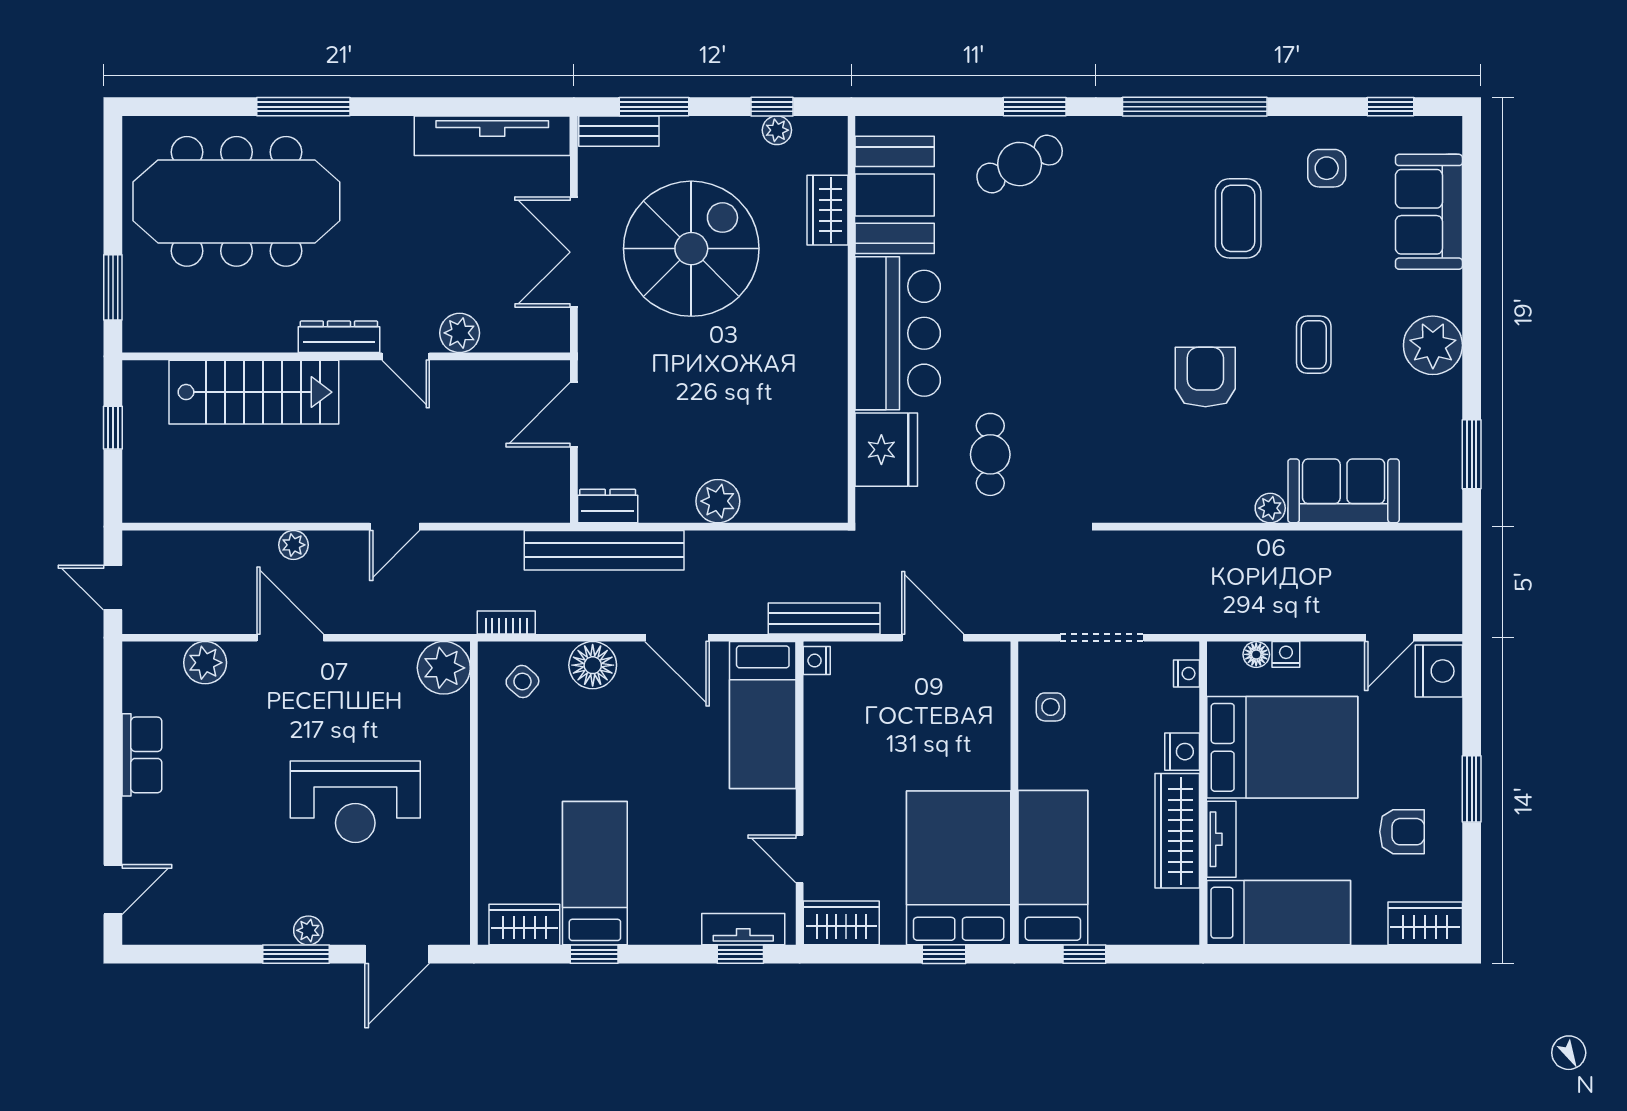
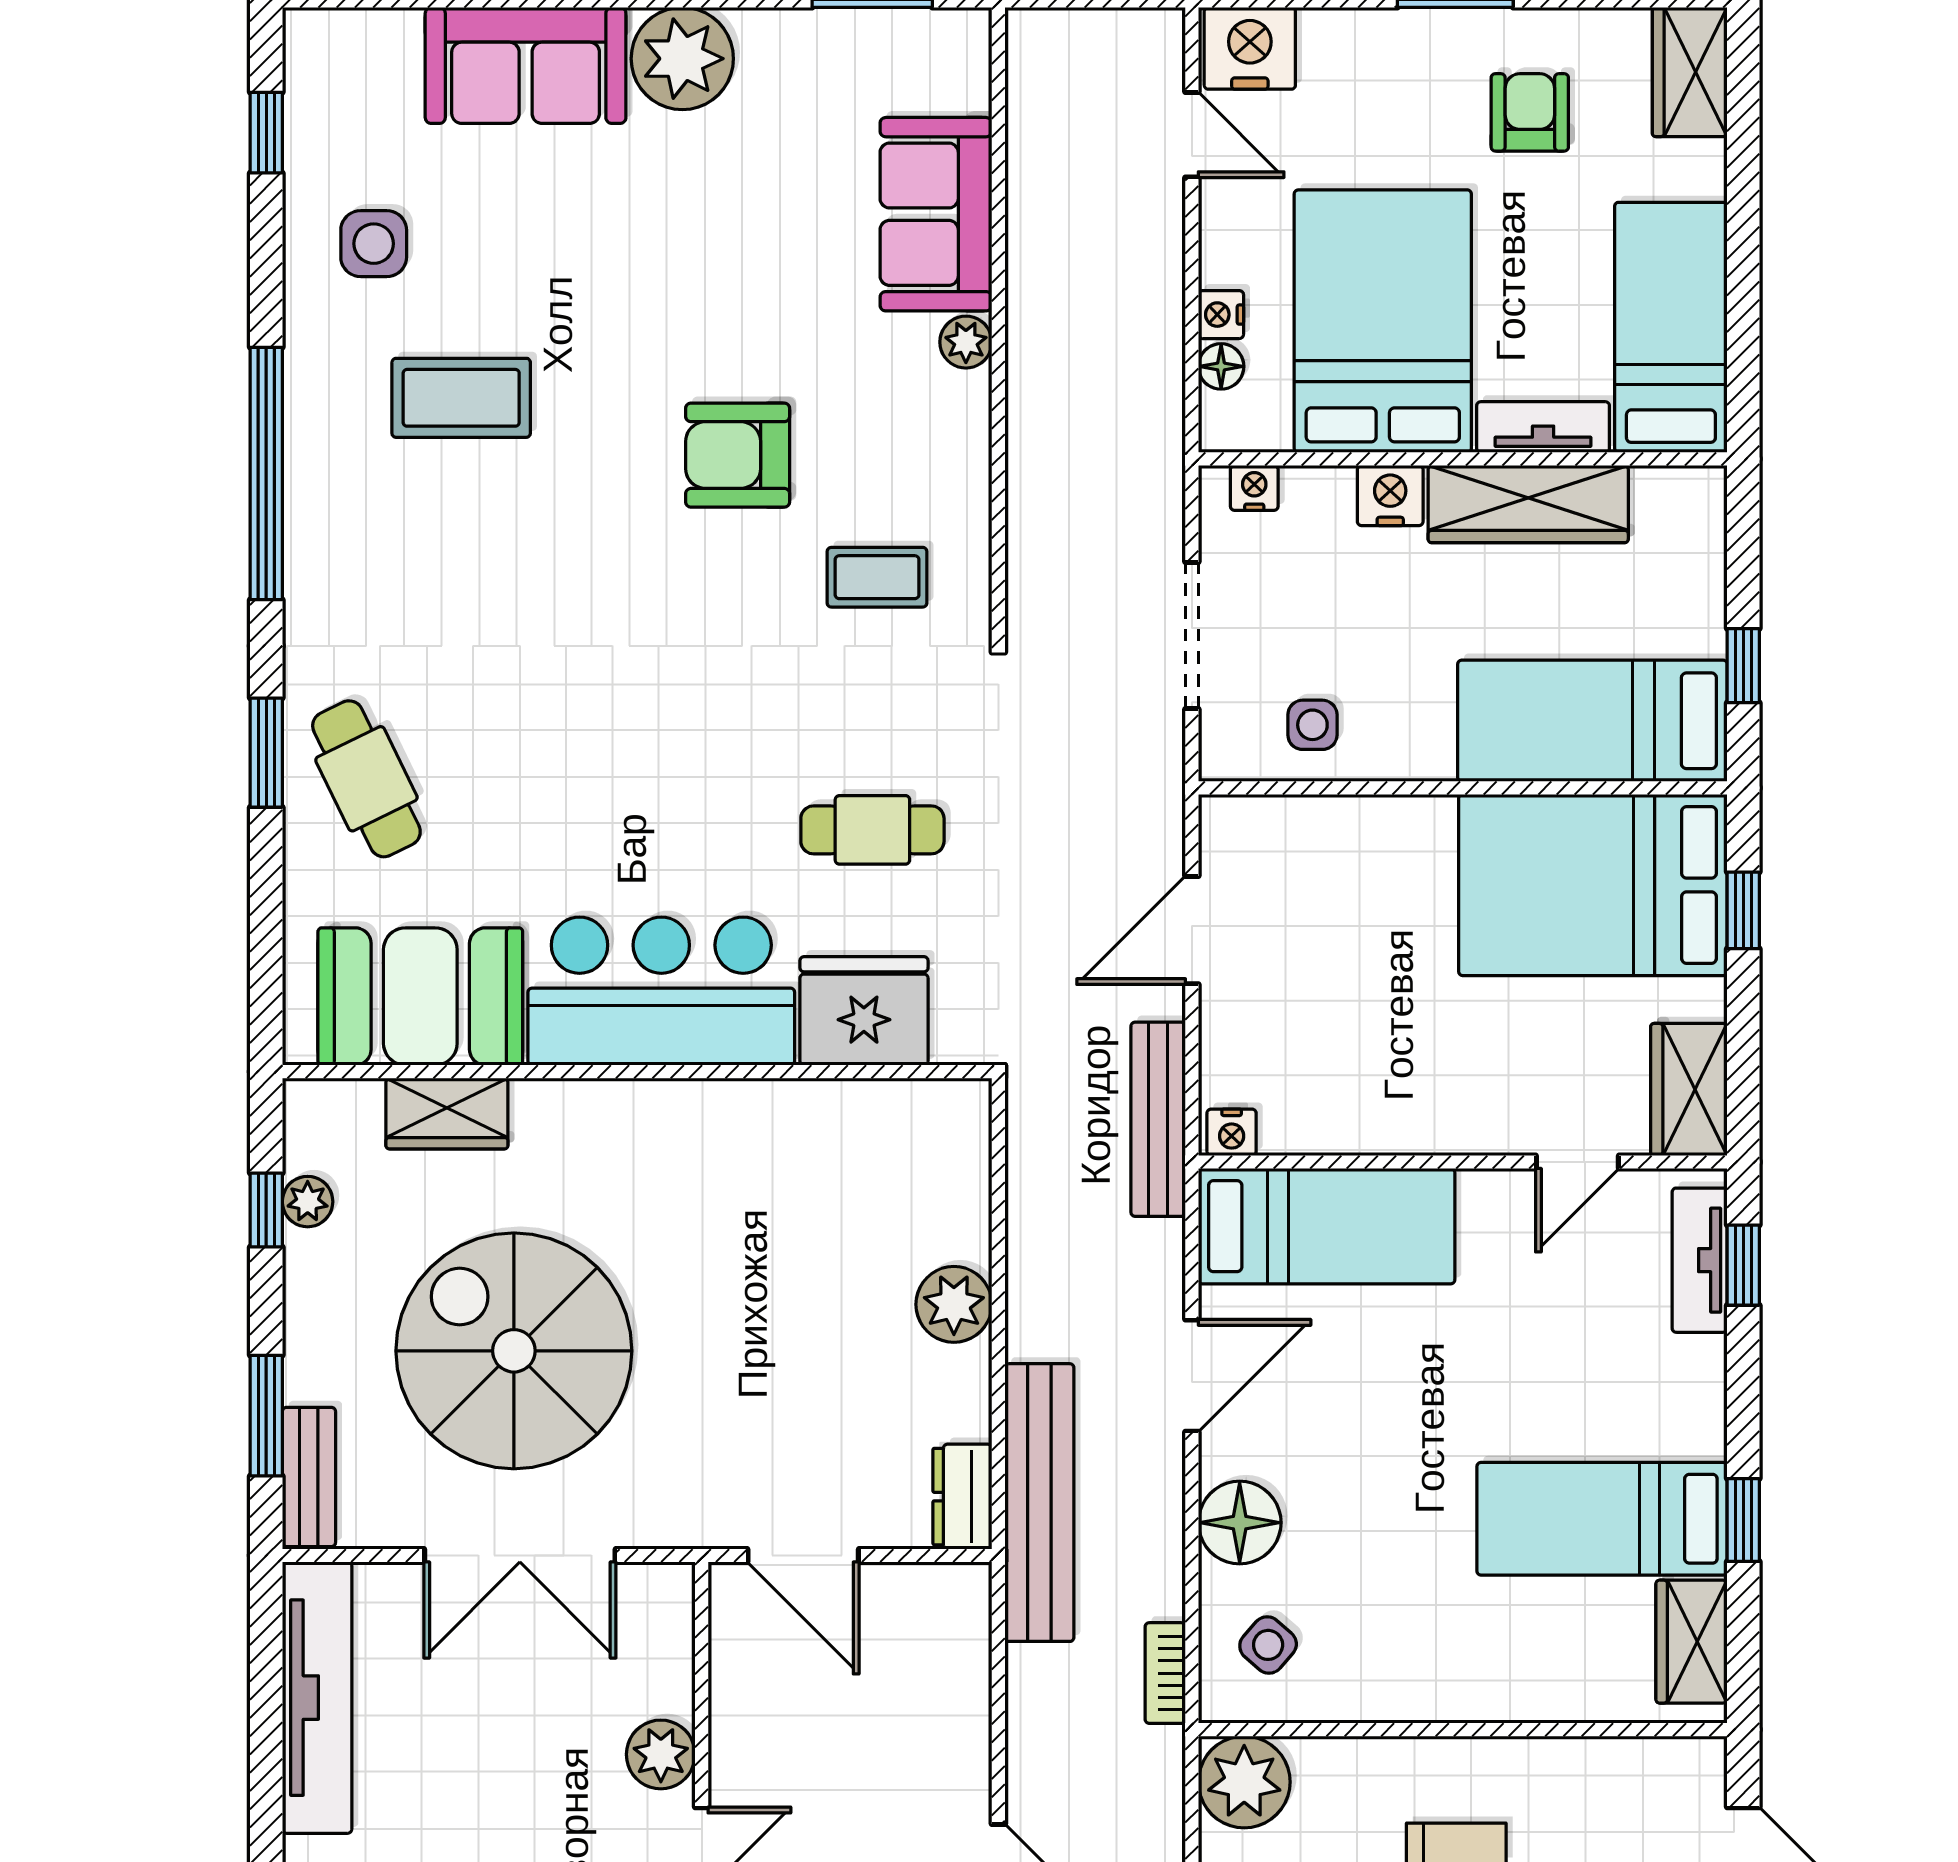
sofa: (1429, 212) -> (526, 65), moved
coffee table: (1314, 345) -> (877, 577), moved

